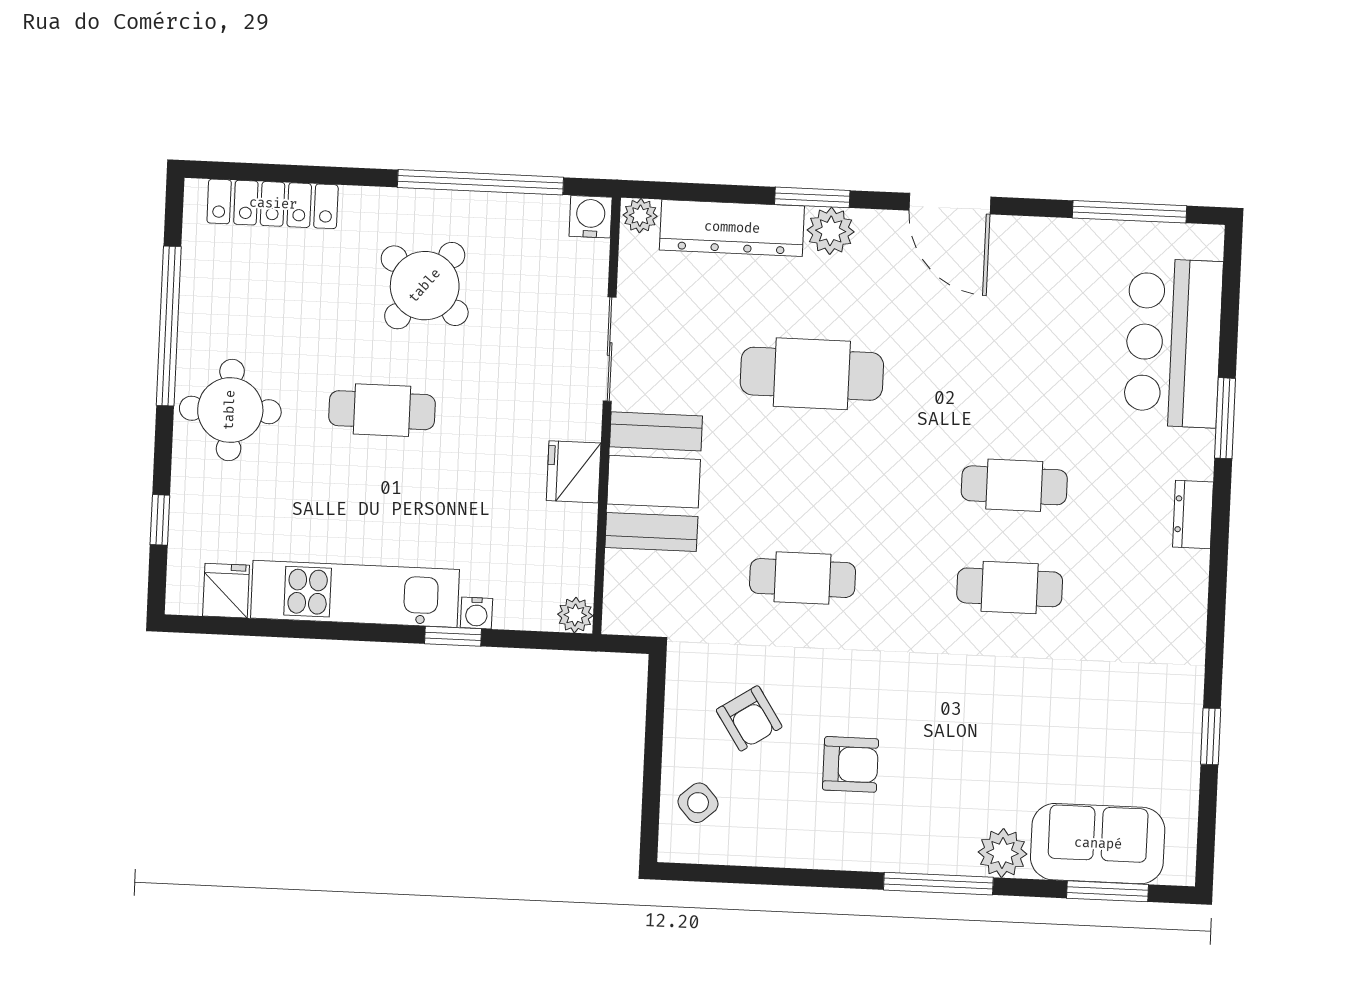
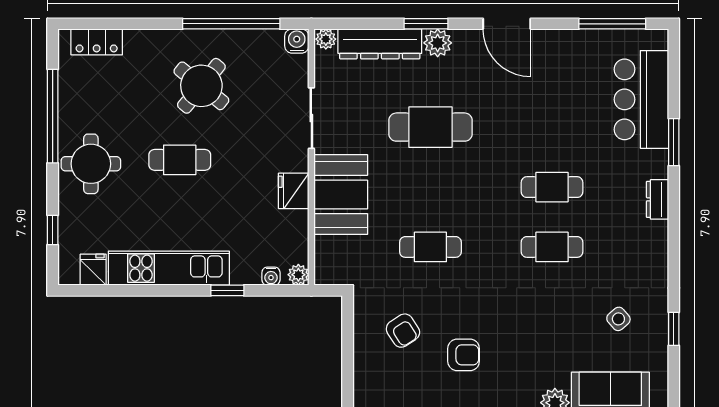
locker: (273, 204) -> (97, 42), width x0.66
water cooler: (476, 613) -> (271, 276), moved
side table: (698, 803) -> (618, 319), moved

